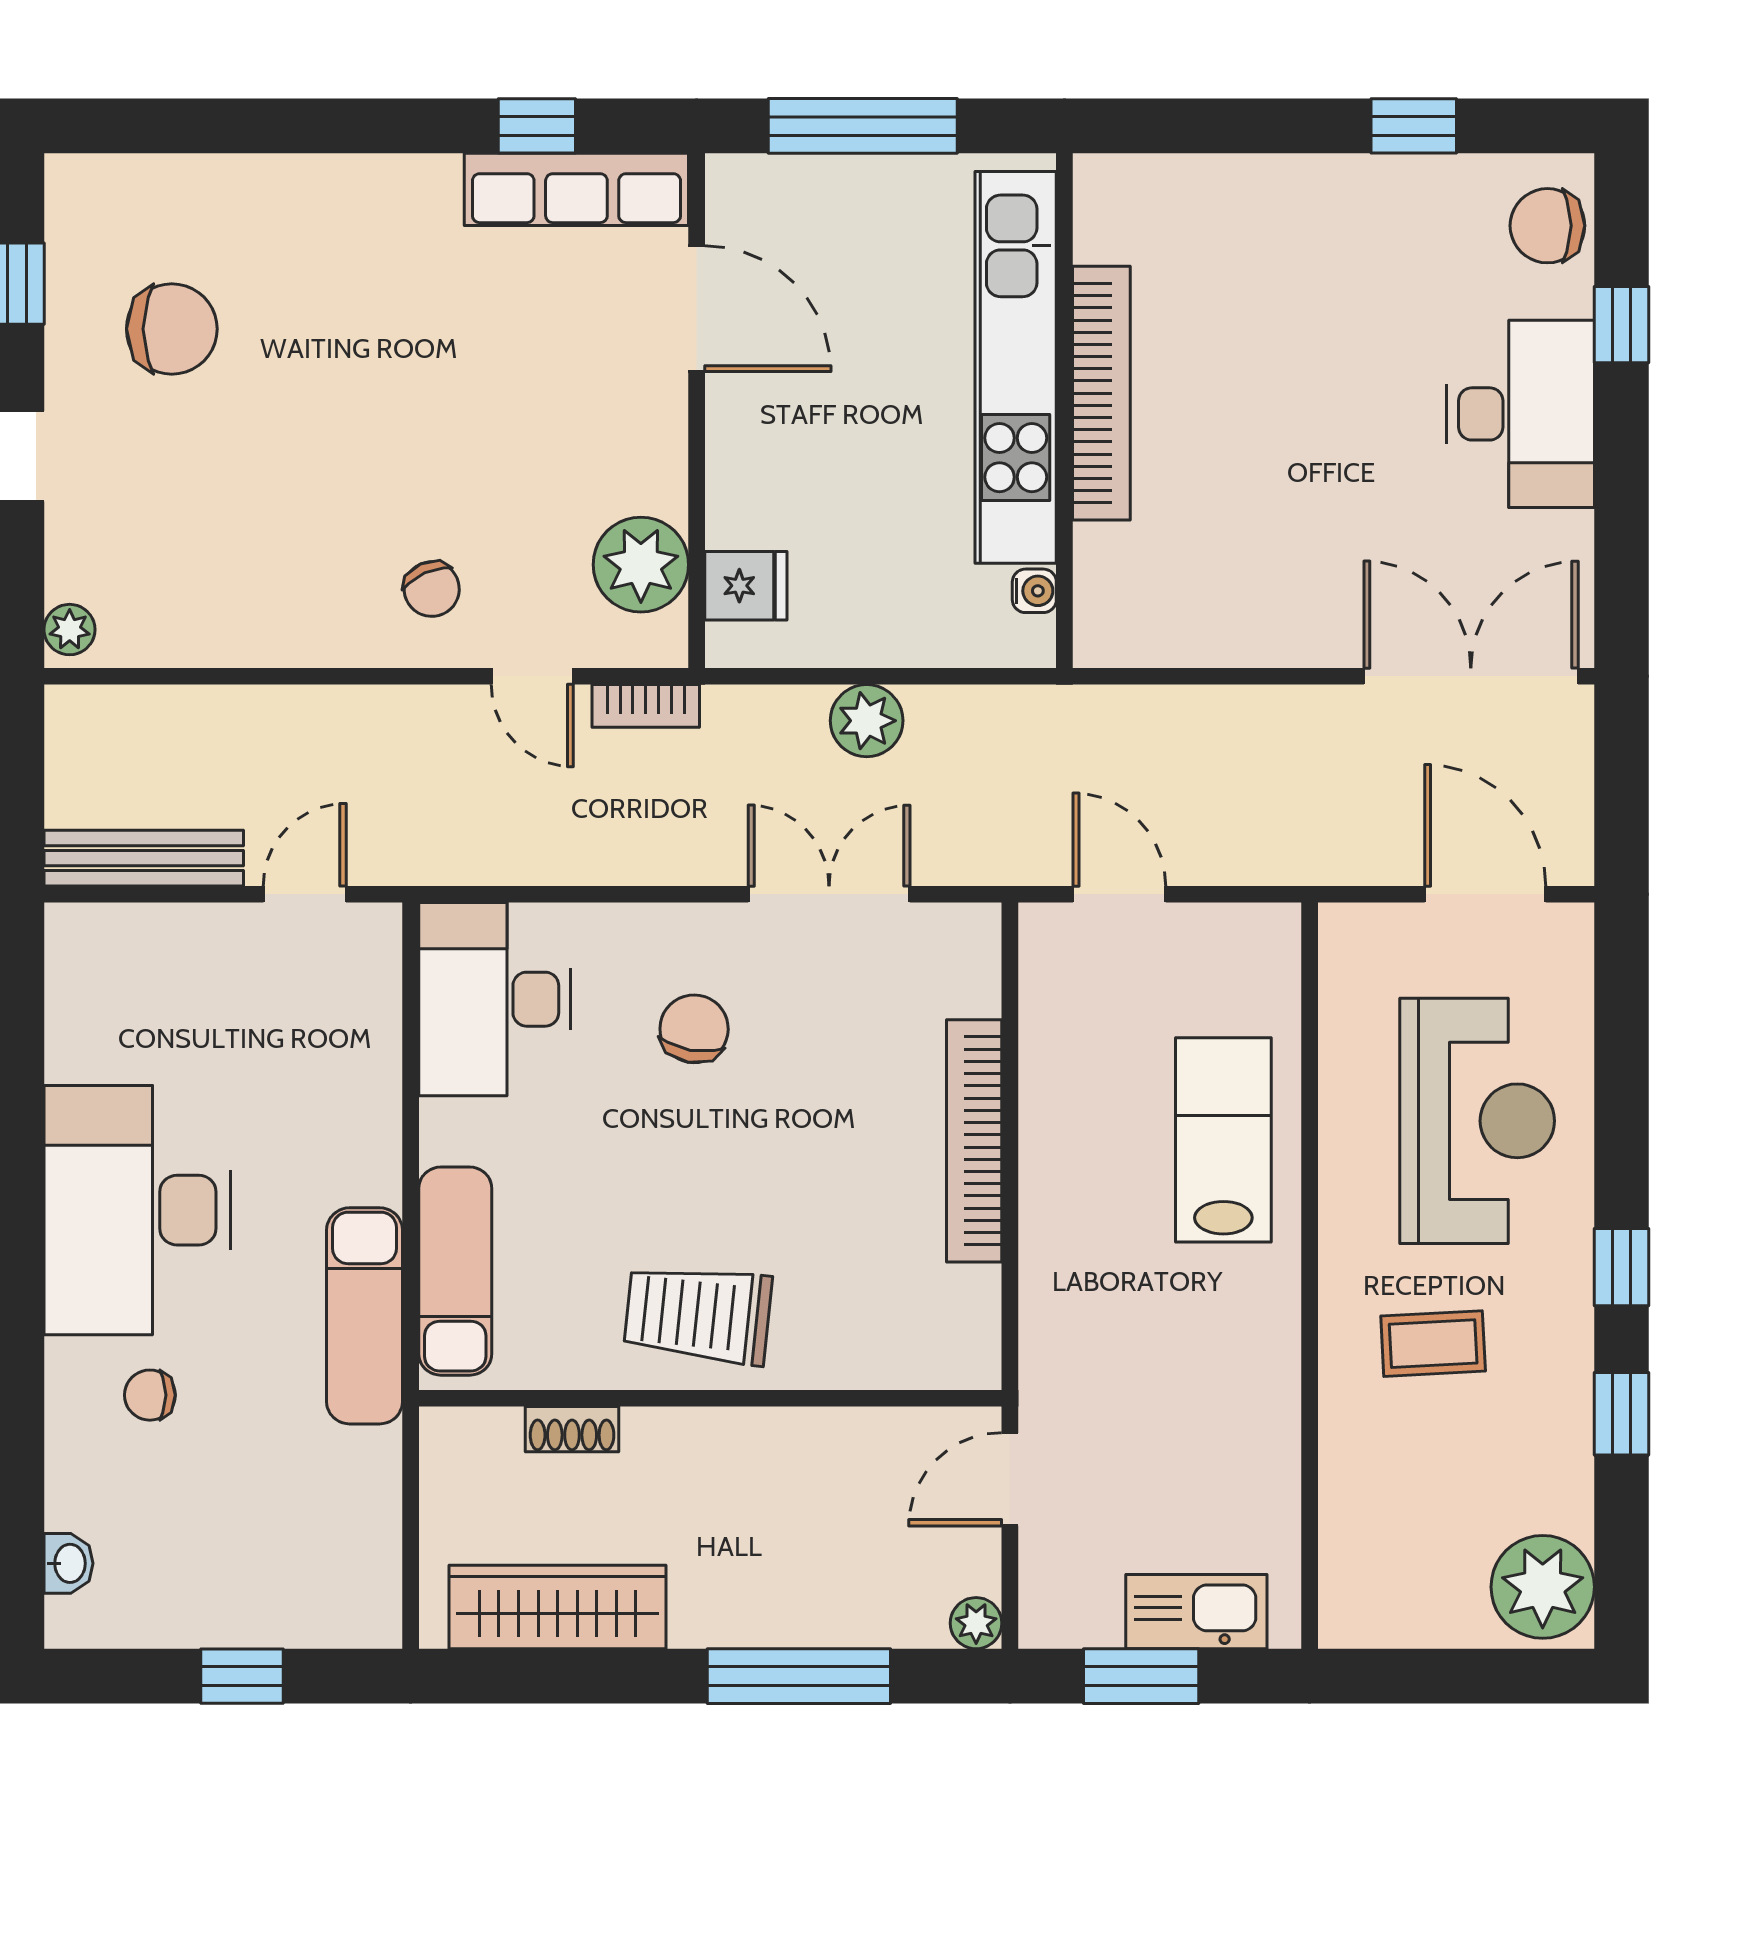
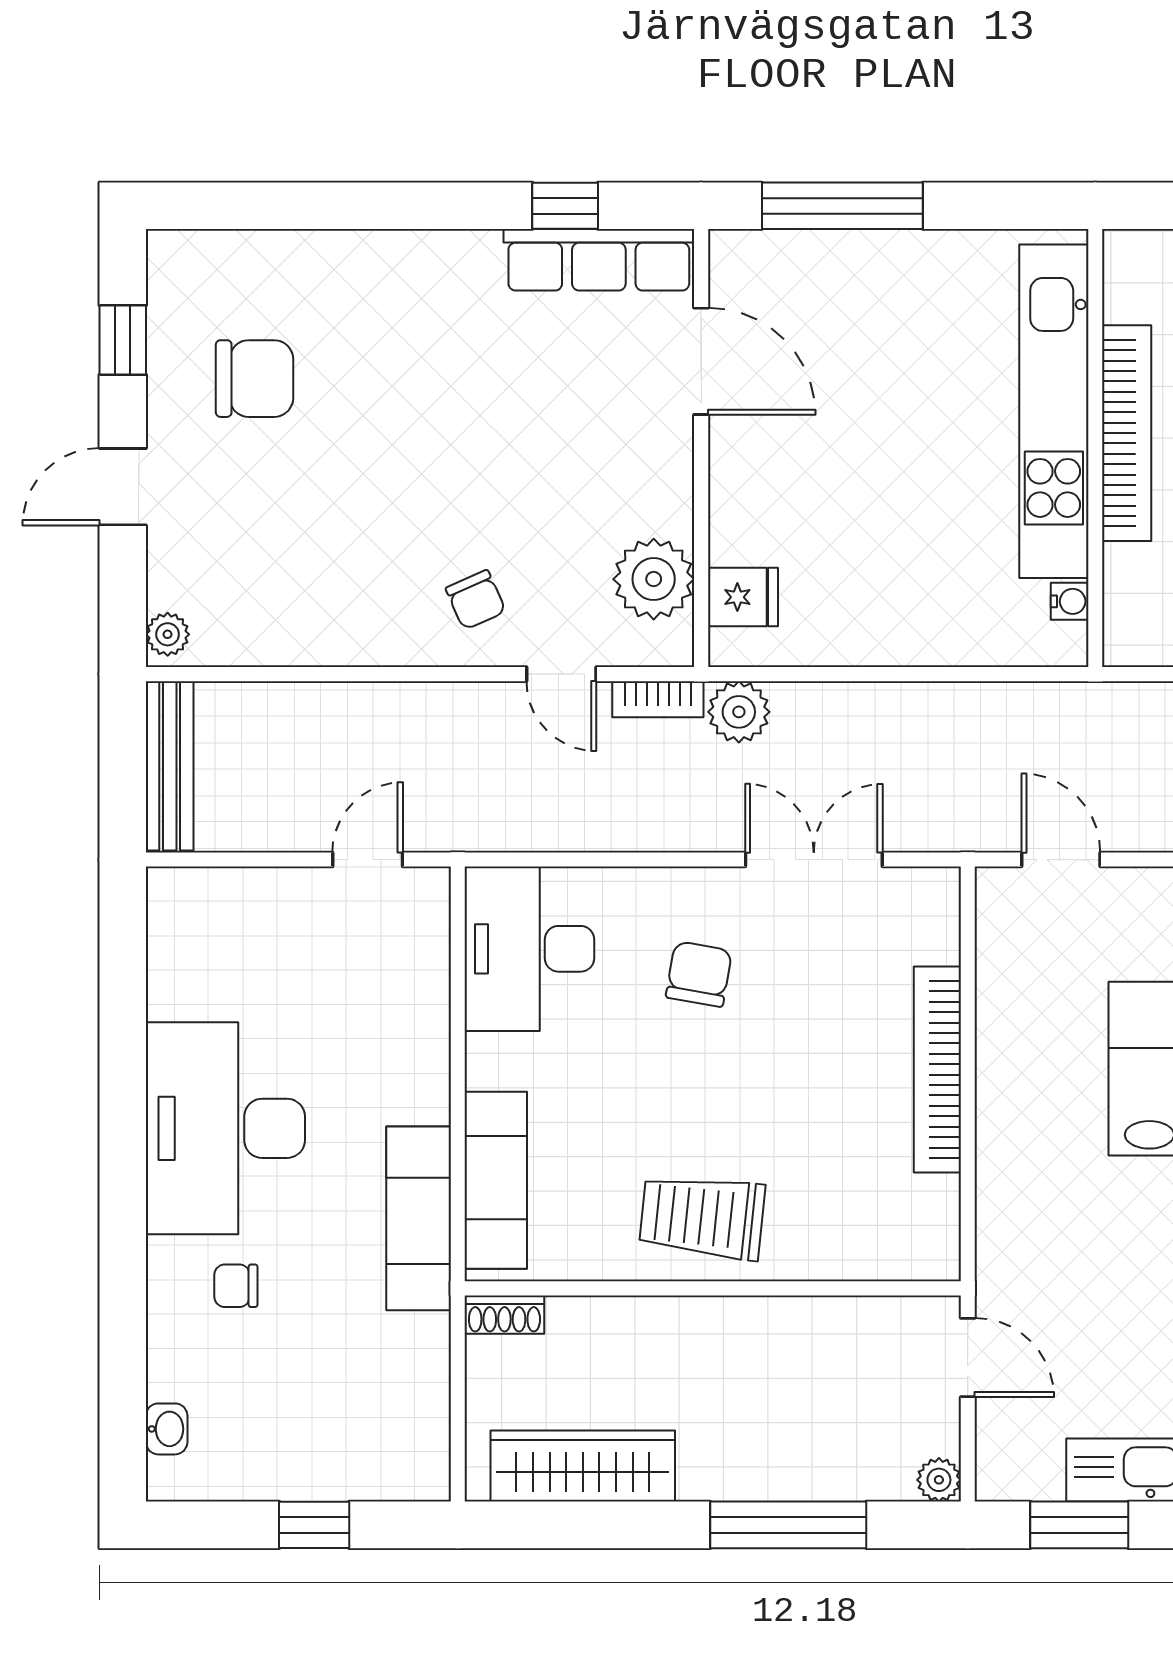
kitchen unit: (1016, 367) -> (1054, 411), moved
bookcase: (1101, 393) -> (1127, 433), moved
wall: (1064, 411) -> (1095, 448), moved
water cooler: (1034, 591) -> (1070, 601), moved
plant: (867, 721) -> (739, 712), moved
bench: (144, 858) -> (170, 766), moved, turned 90
shoe rack: (572, 1429) -> (504, 1315), moved
door: (1010, 1479) -> (968, 1357), swing flipped

